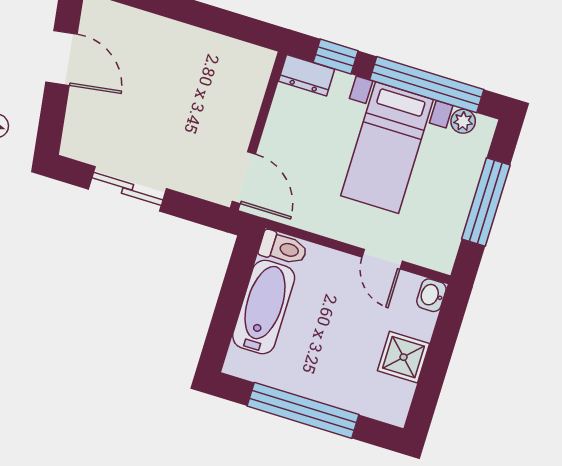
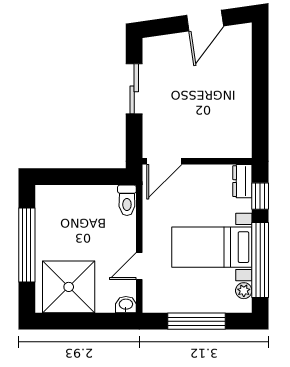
bathtub: (264, 307) -> (85, 199), removed
shower: (403, 357) -> (69, 287), width x1.86, depth x1.86

